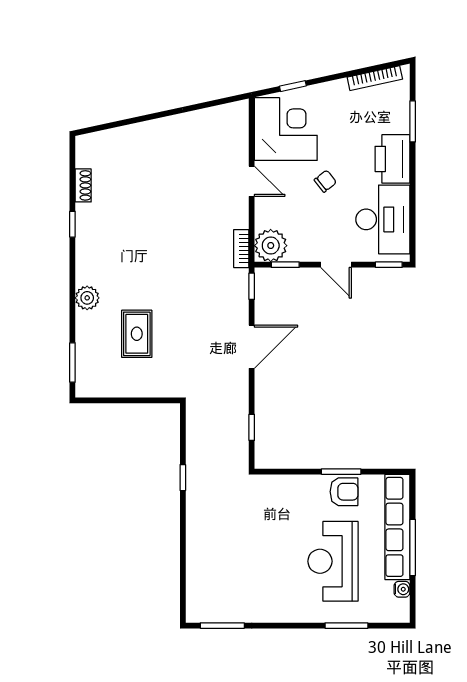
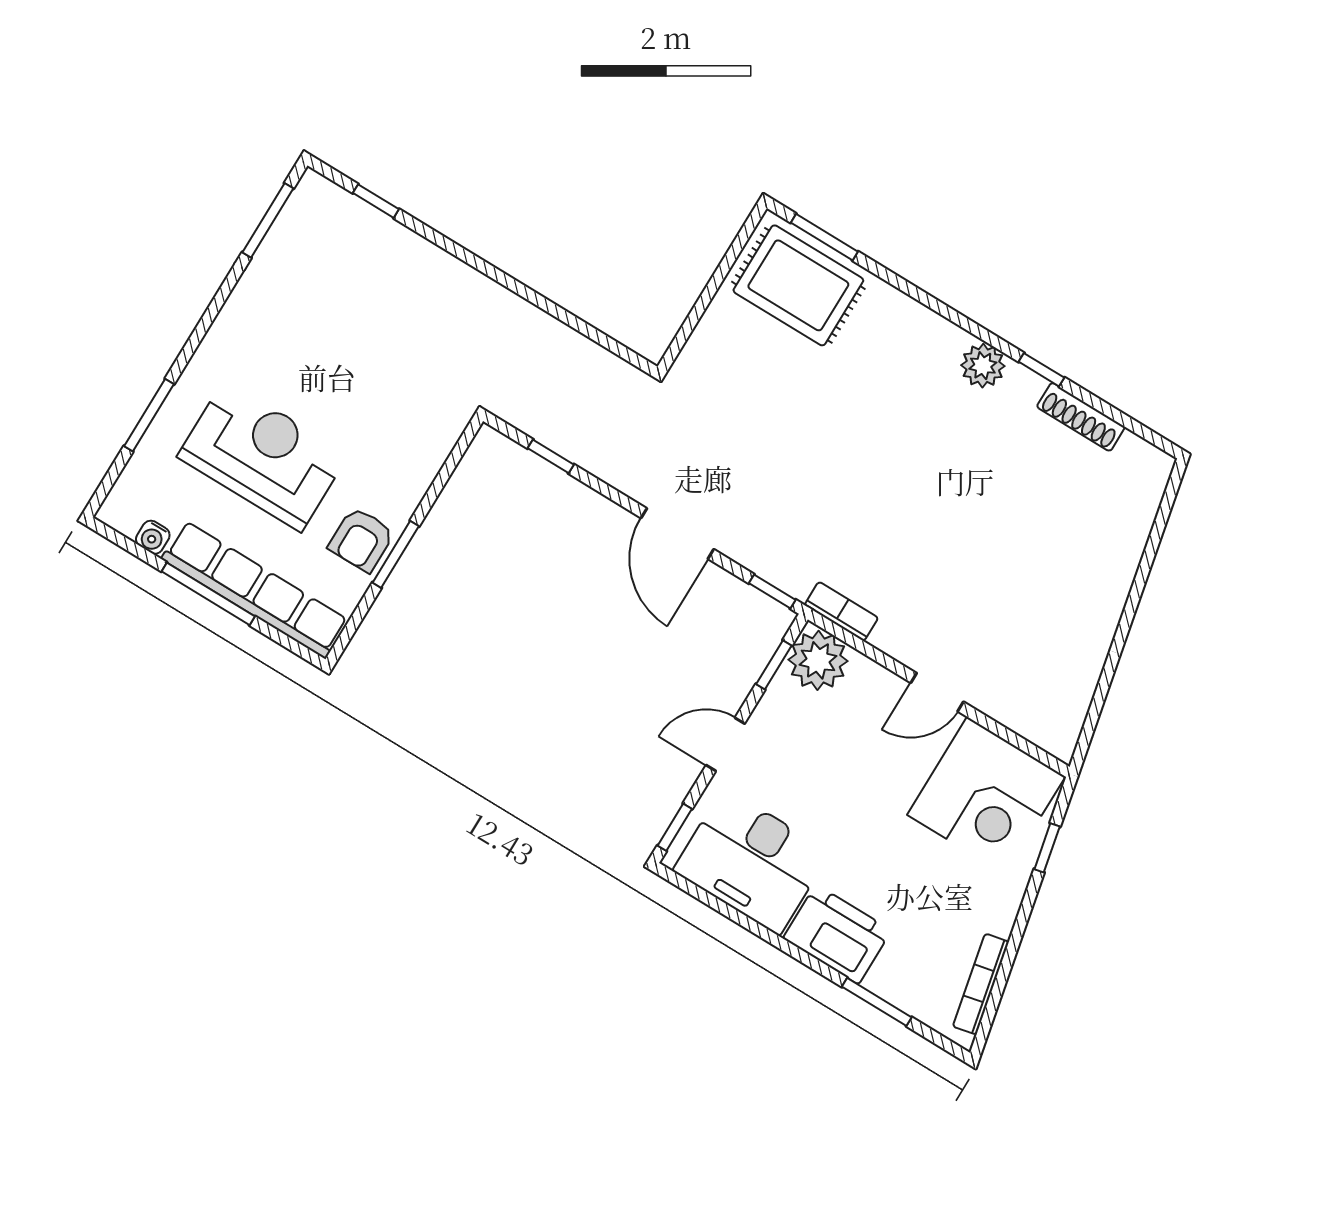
chair: (325, 181) -> (867, 808), removed
shoe rack: (83, 185) -> (1081, 417), width x1.43
plant: (87, 298) -> (983, 366), moved
rug: (137, 334) -> (798, 285), moved, width x1.36, depth x1.43
window: (183, 478) -> (376, 201), moved

